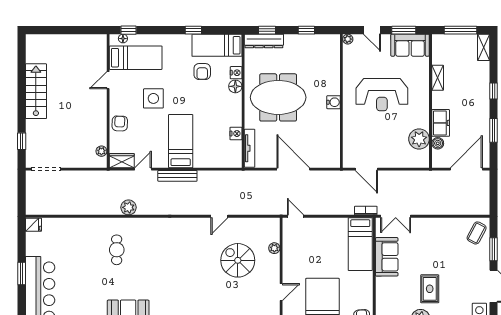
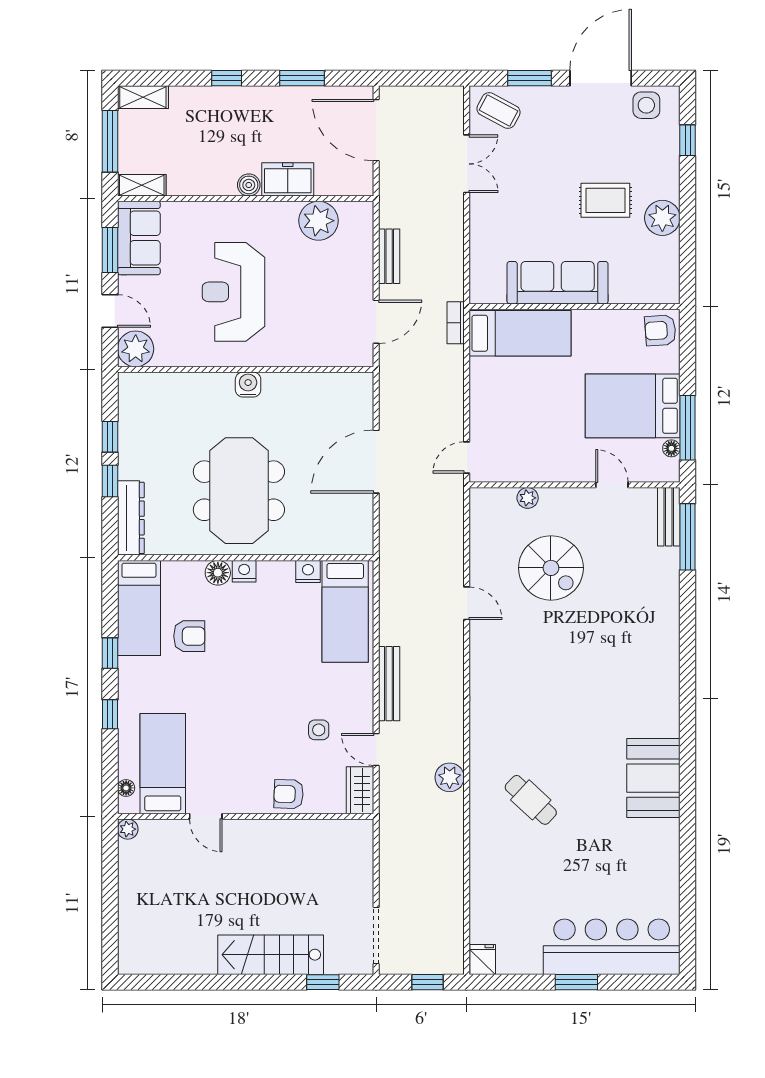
window: (129, 30) -> (110, 714), moved
window: (267, 30) -> (110, 481), moved
door: (372, 30) -> (110, 311), hinge flipped
plant: (348, 39) -> (136, 349), width x1.88, depth x1.88
nightstand: (236, 73) -> (244, 571), moved
shelving: (438, 78) -> (142, 185), moved
stairs: (36, 91) -> (271, 955), moved
reception desk: (382, 95) -> (233, 292), turned 180
side table: (153, 98) -> (319, 730), moved, width x0.54, depth x0.54
bed: (181, 141) -> (345, 611), moved, turned -90
boiler: (438, 143) -> (249, 185), moved
tv unit: (250, 148) -> (336, 545), removed
plant: (101, 151) -> (128, 829), moved
bench: (400, 176) -> (389, 256), added
window: (22, 196) -> (428, 982), added
double door: (396, 216) -> (467, 164), moved
cafe table: (117, 250) -> (531, 800), turned 43
sofa: (387, 257) -> (558, 283), width x1.36
spiral stairs: (238, 260) -> (551, 568), turned -90

